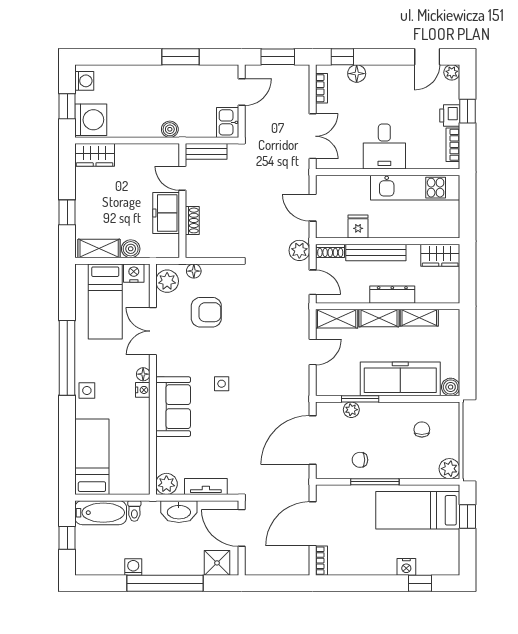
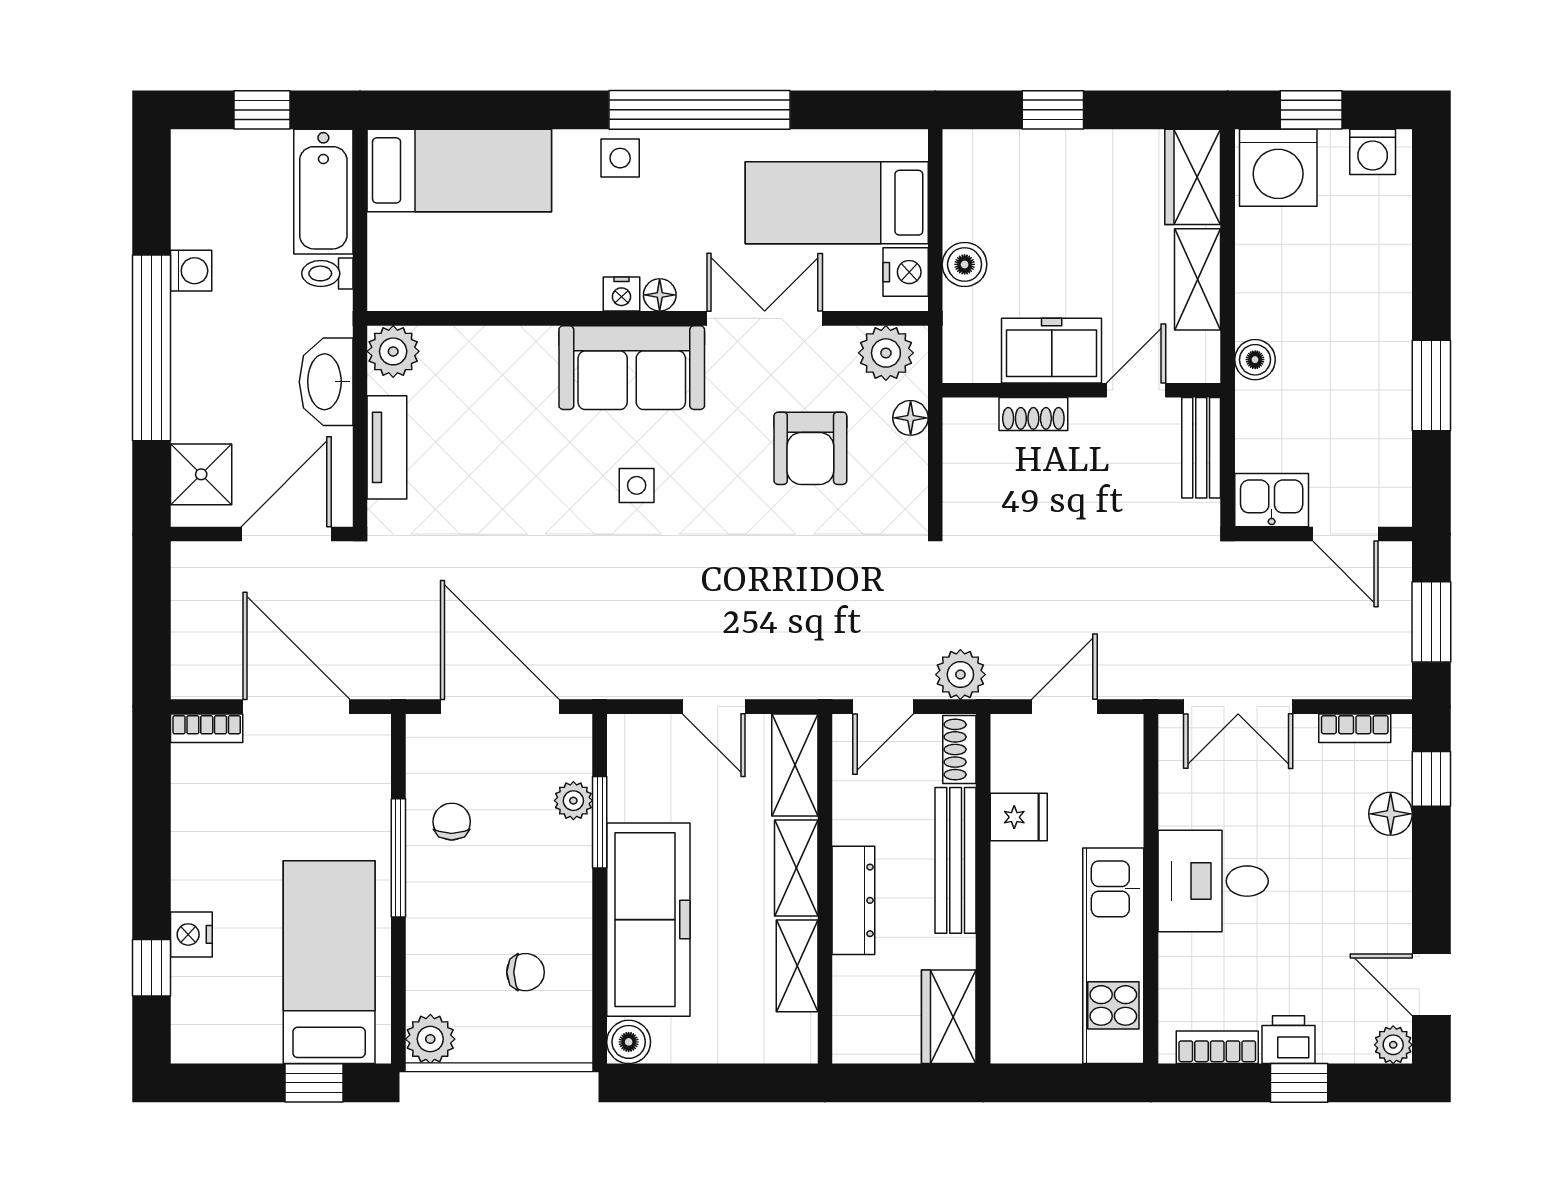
shelving: (99, 248) -> (1198, 279), moved
sofa: (173, 407) -> (632, 368), moved

